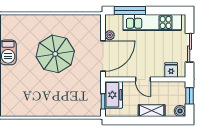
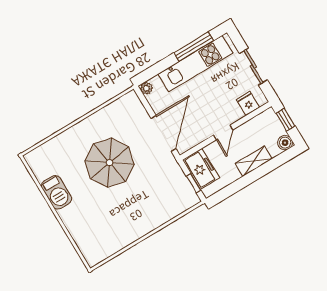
window: (130, 10) -> (194, 47), moved
plant: (110, 35) -> (146, 88), moved
door: (143, 79) -> (223, 132), hinge flipped

